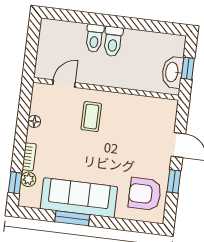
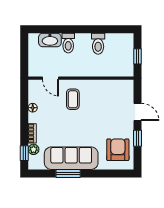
toilet: (113, 41) -> (98, 44), moved
washbasin: (172, 72) -> (50, 40), moved, turned -90
door: (64, 84) -> (51, 78), swing flipped
armchair: (145, 194) -> (118, 150), turned 90

